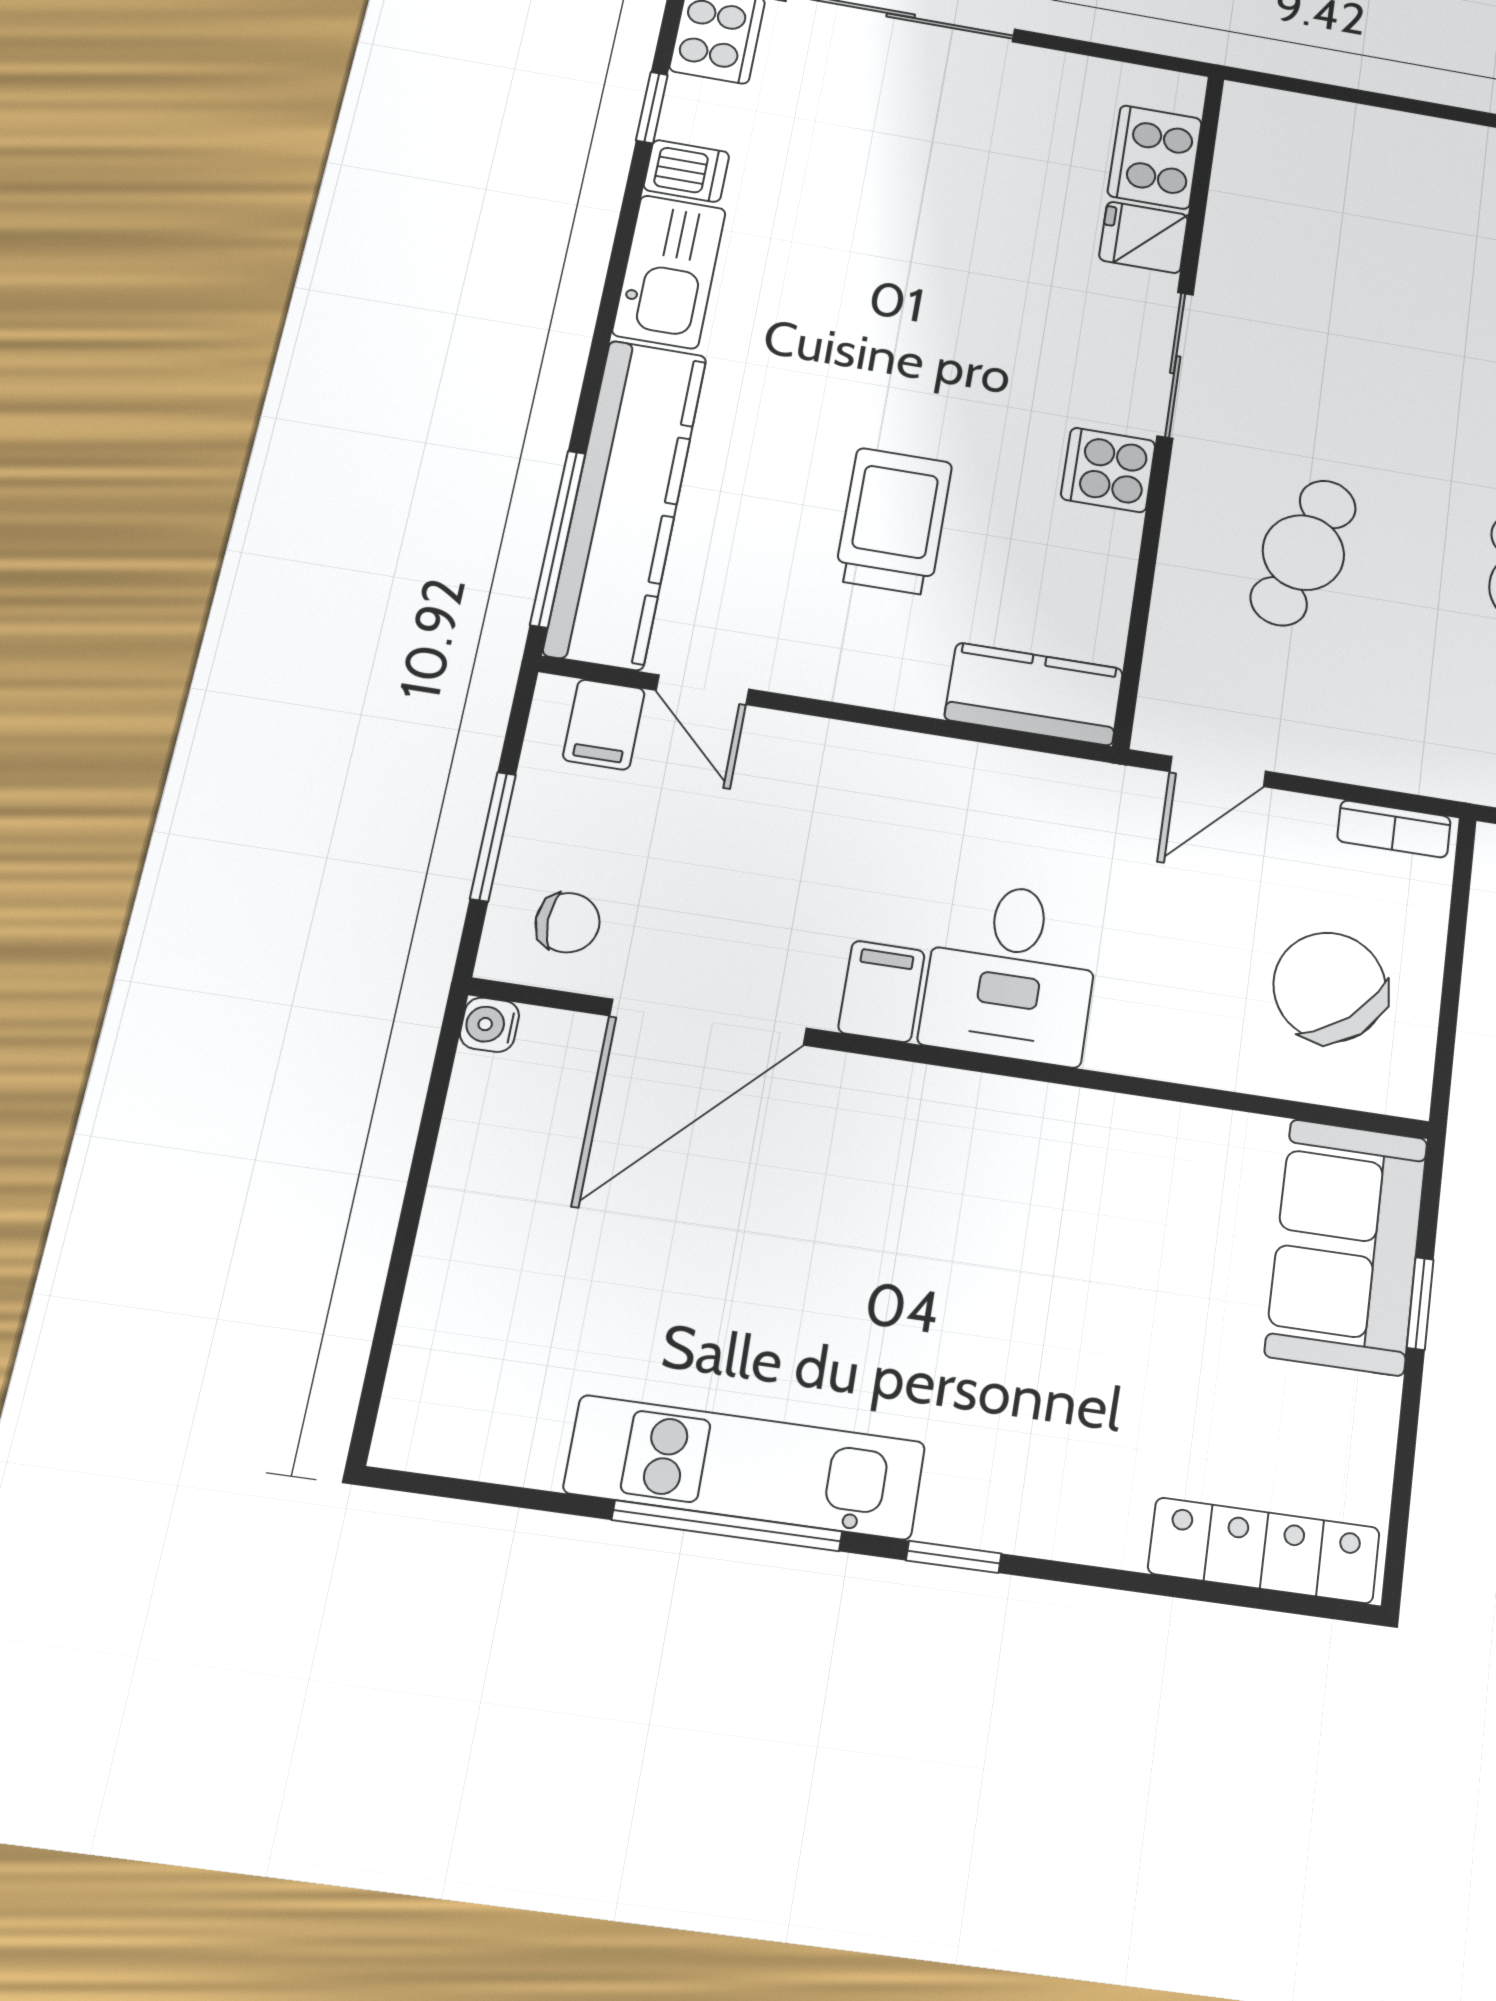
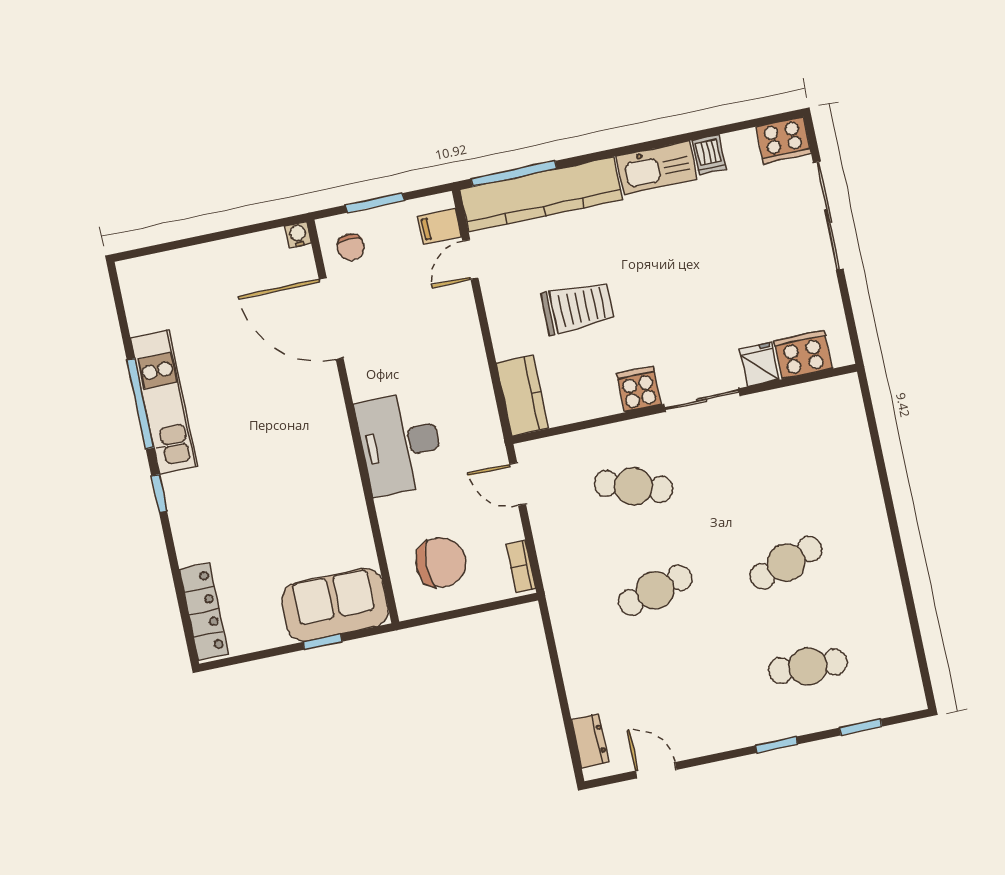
window: (652, 108) -> (734, 127), removed
desk: (1011, 972) -> (400, 443), width x1.37
chair: (1330, 987) -> (441, 562), turned 40
filing cabinet: (882, 991) -> (370, 382), removed

